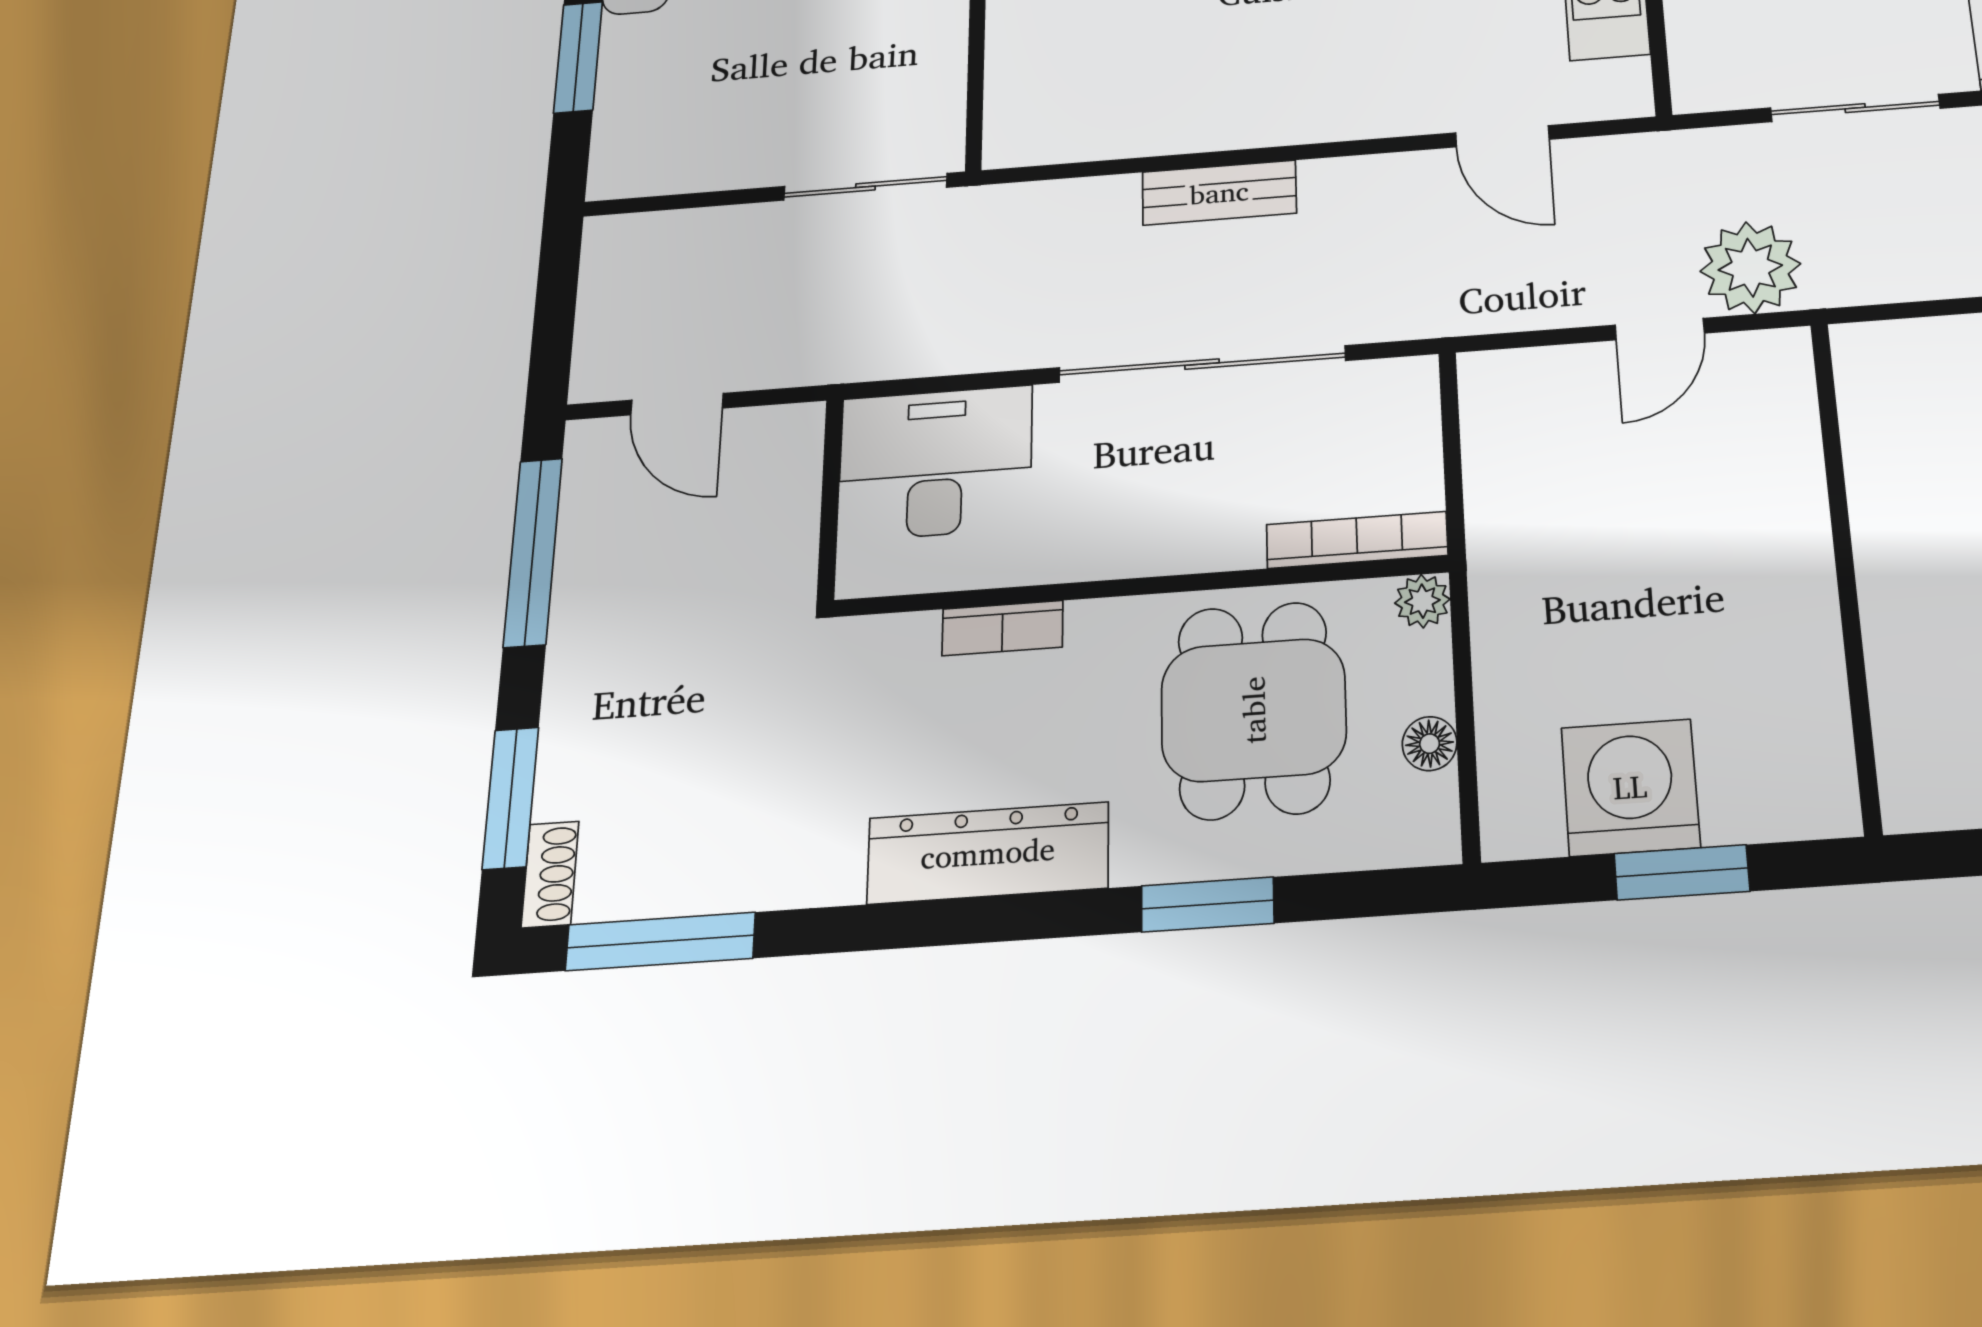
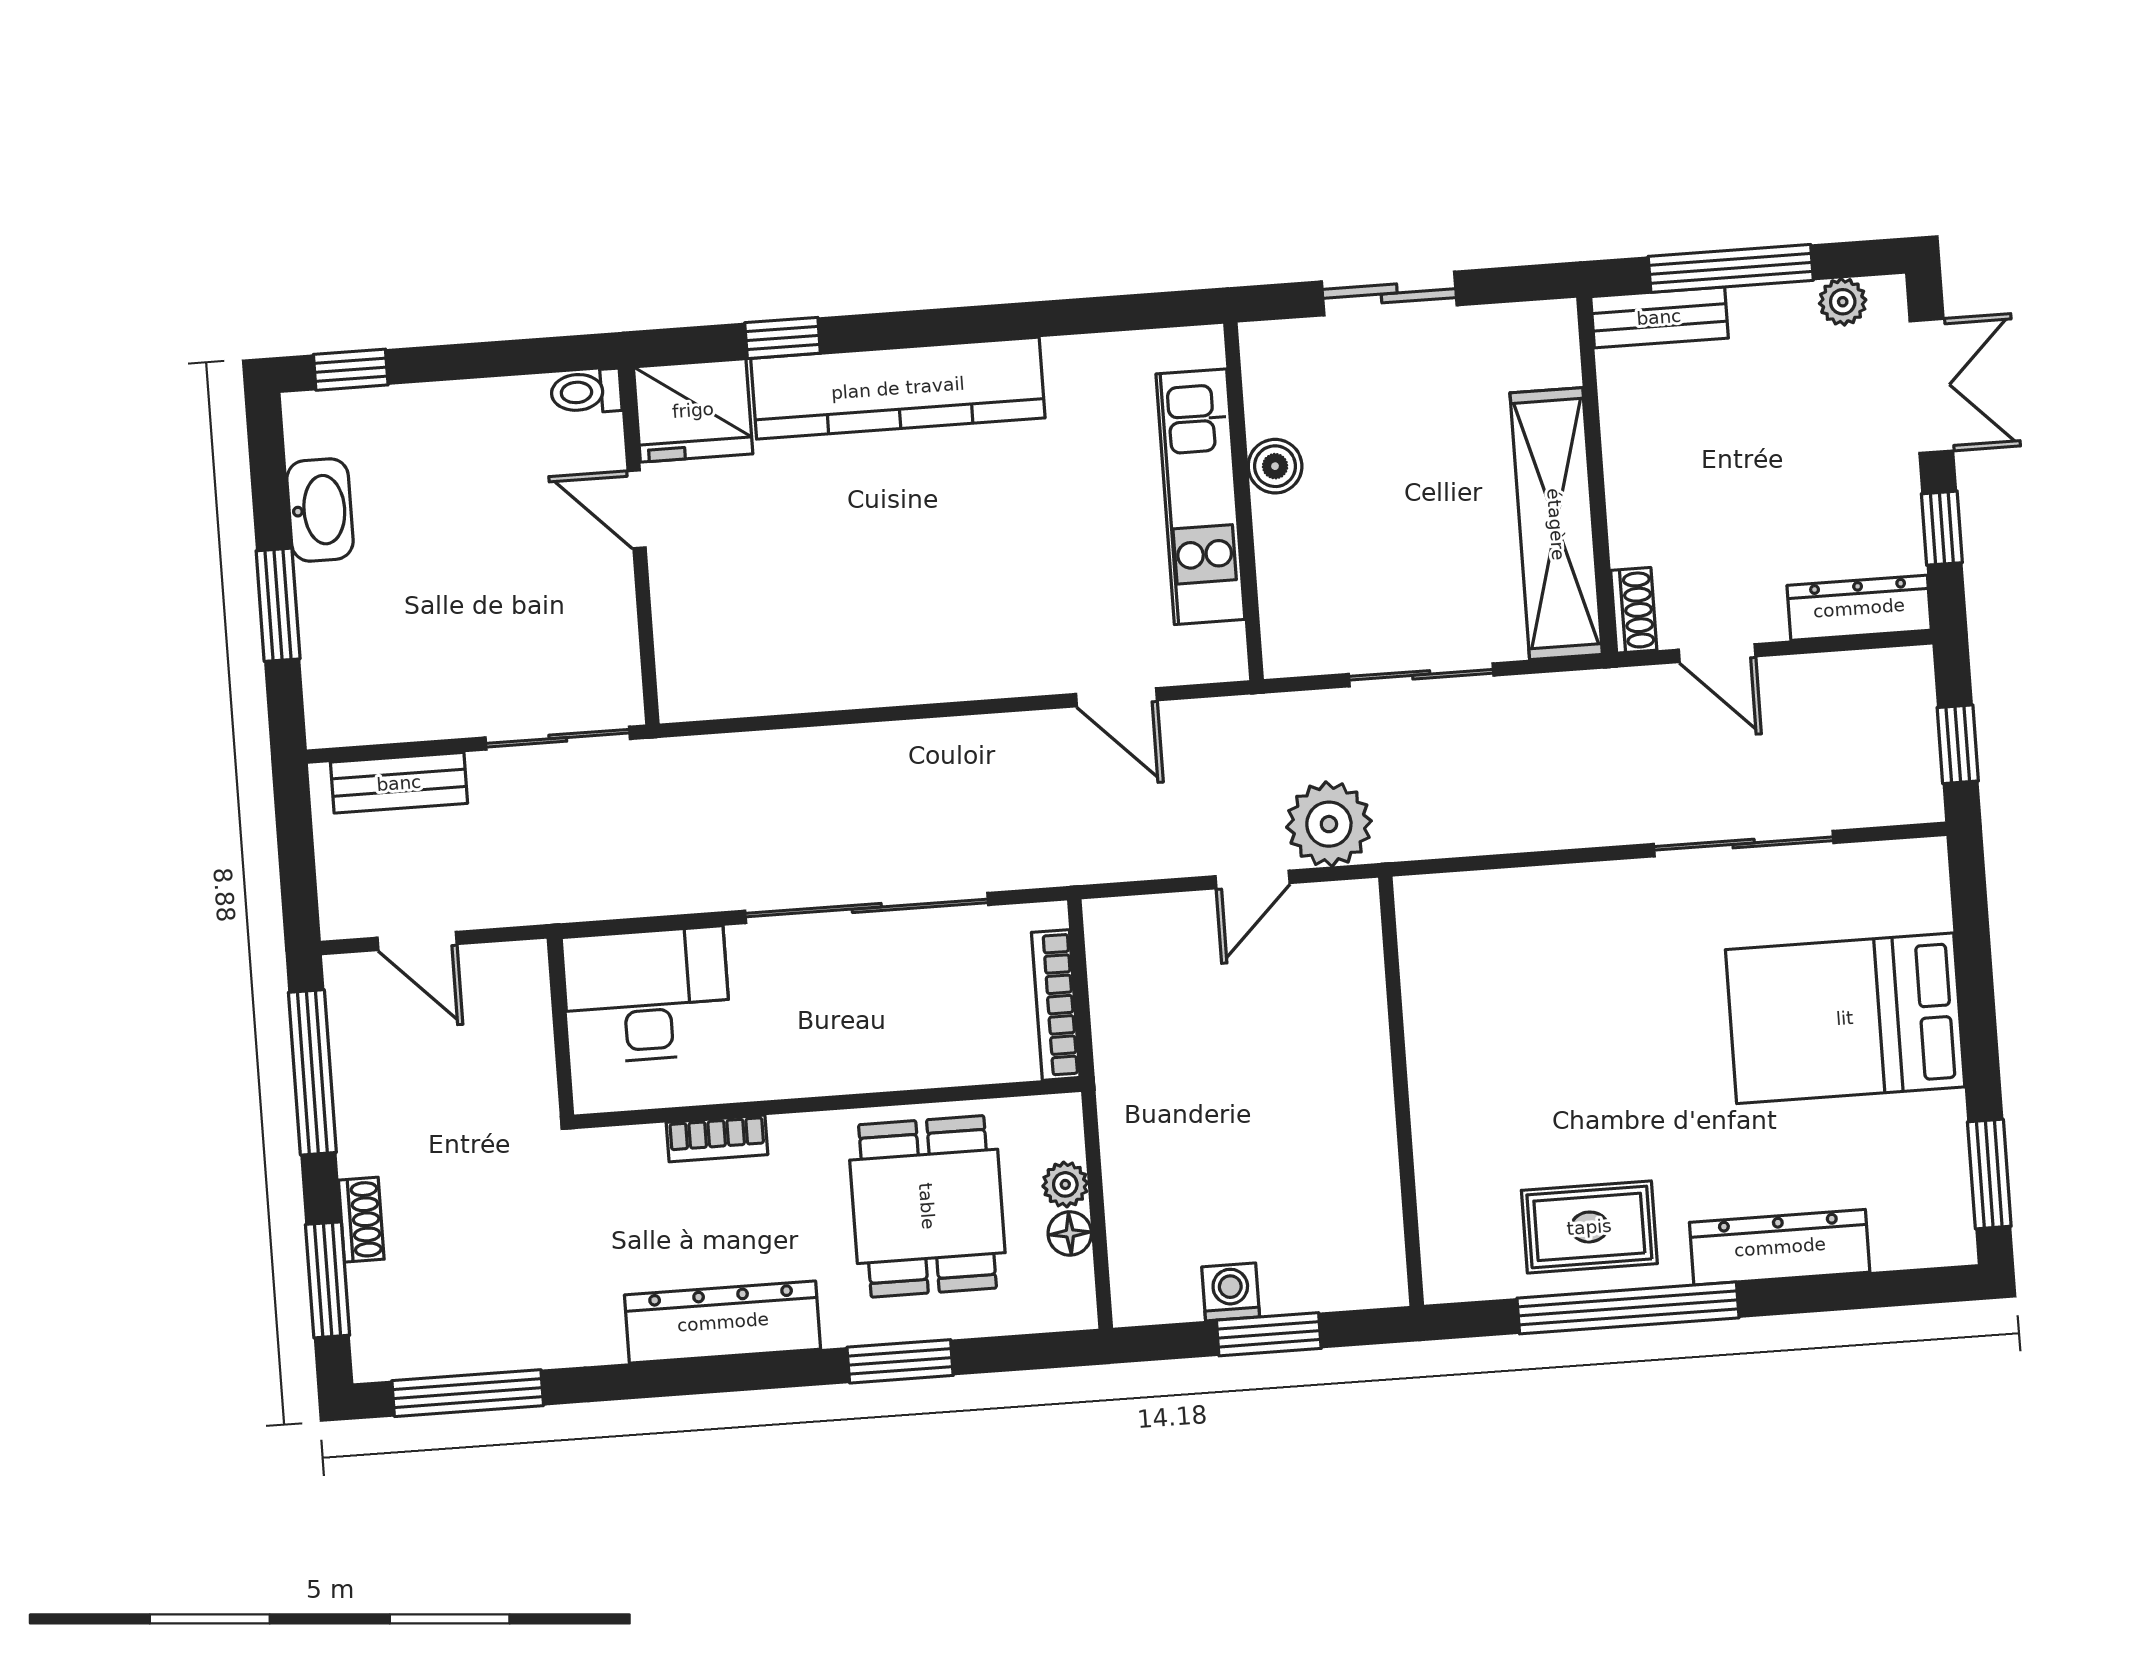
bench: (1219, 193) -> (399, 783), moved
bookcase: (1357, 540) -> (1056, 1005), moved, turned -90
plant: (1422, 601) -> (1065, 1184), moved
washing machine: (1630, 787) -> (1231, 1292), width x0.53, depth x0.53
shoe rack: (550, 874) -> (361, 1220), moved

